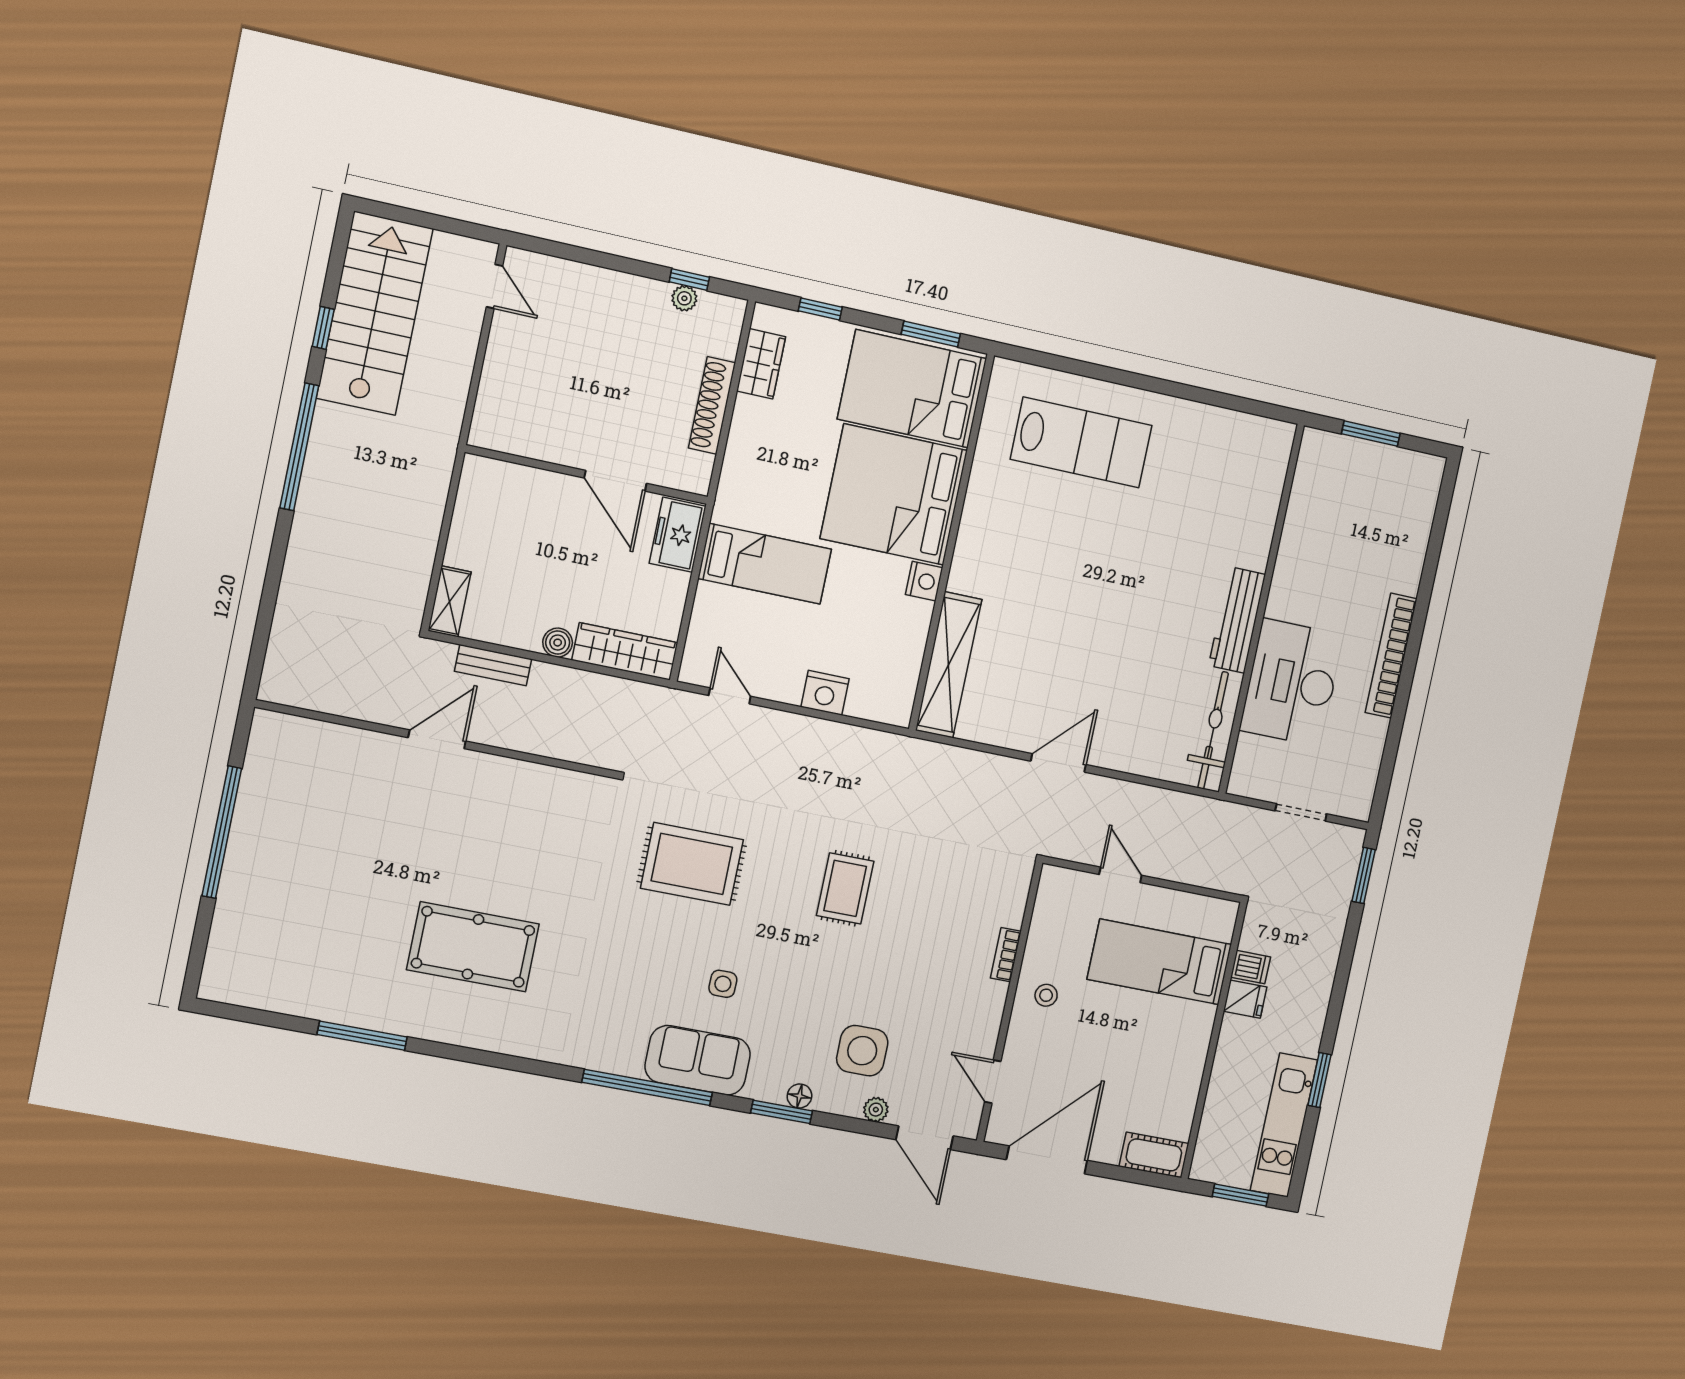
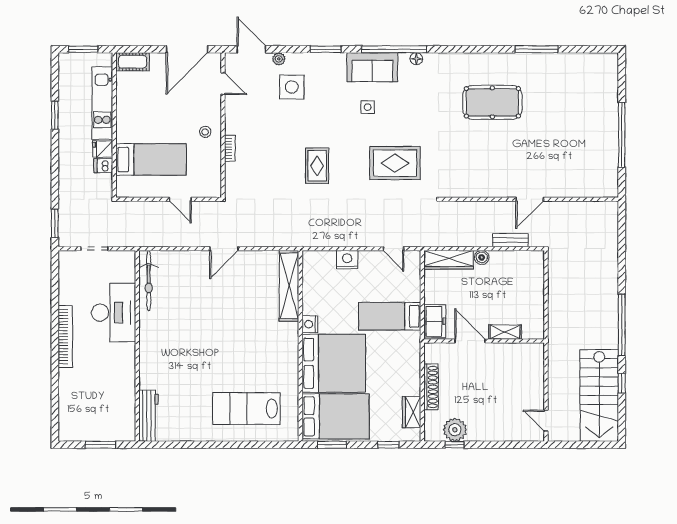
plant: (684, 298) -> (455, 430), width x1.88, depth x1.88
shelving: (450, 601) -> (505, 332), moved, turned 90
workbench: (1237, 620) -> (149, 416), moved
floor lamp: (799, 1096) -> (416, 59), moved
kitchen unit: (1284, 1125) -> (102, 103), moved, turned 180

